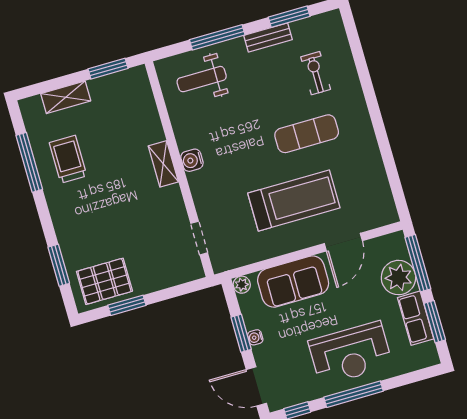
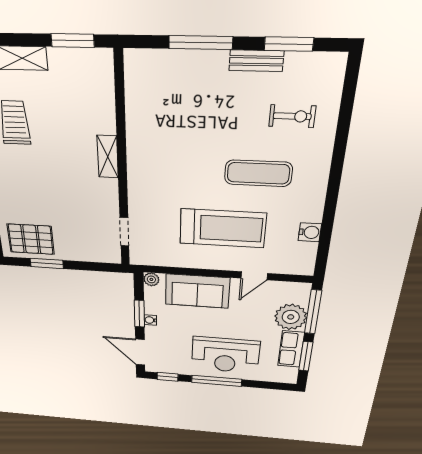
exercise bike: (316, 73) -> (292, 116), turned 90
weight bench: (202, 79) -> (170, 84), removed
water cooler: (192, 160) -> (310, 232), moved, turned 180
door: (343, 242) -> (254, 276), width x0.73

